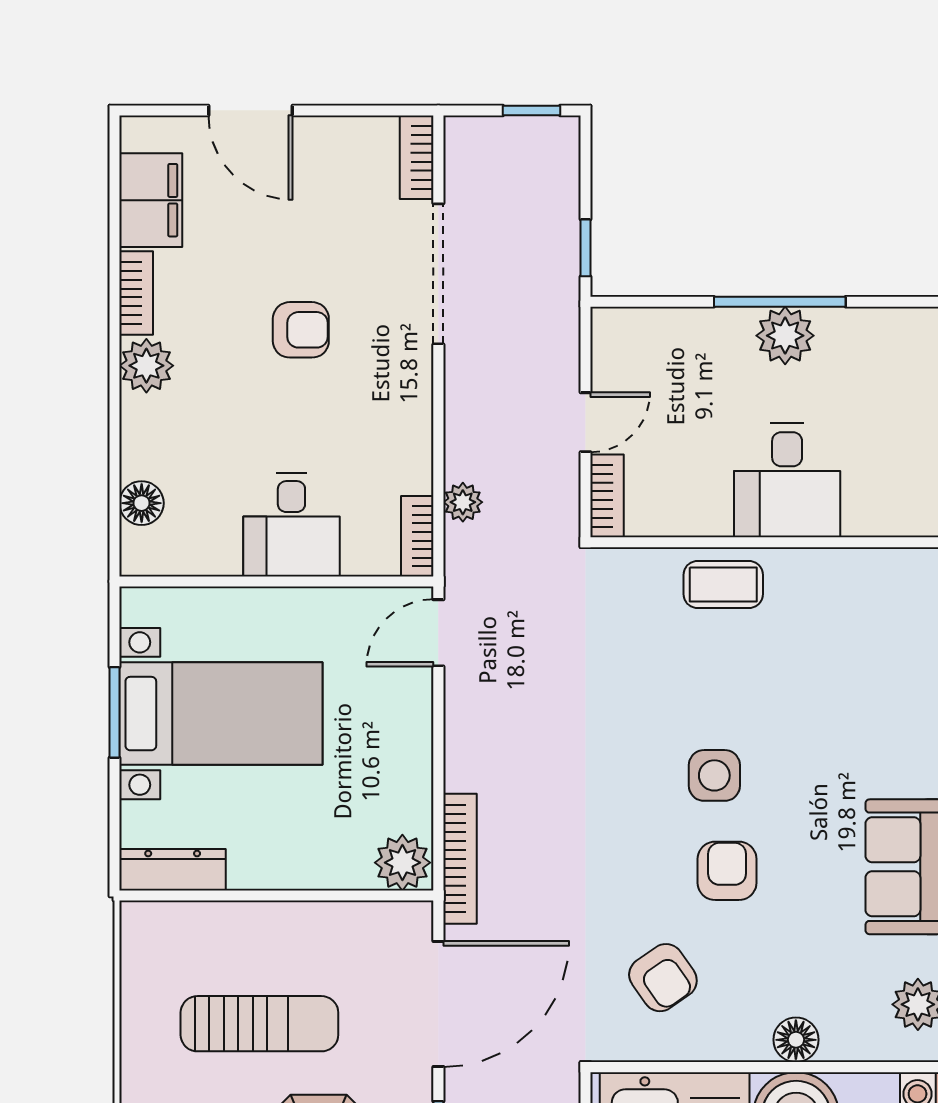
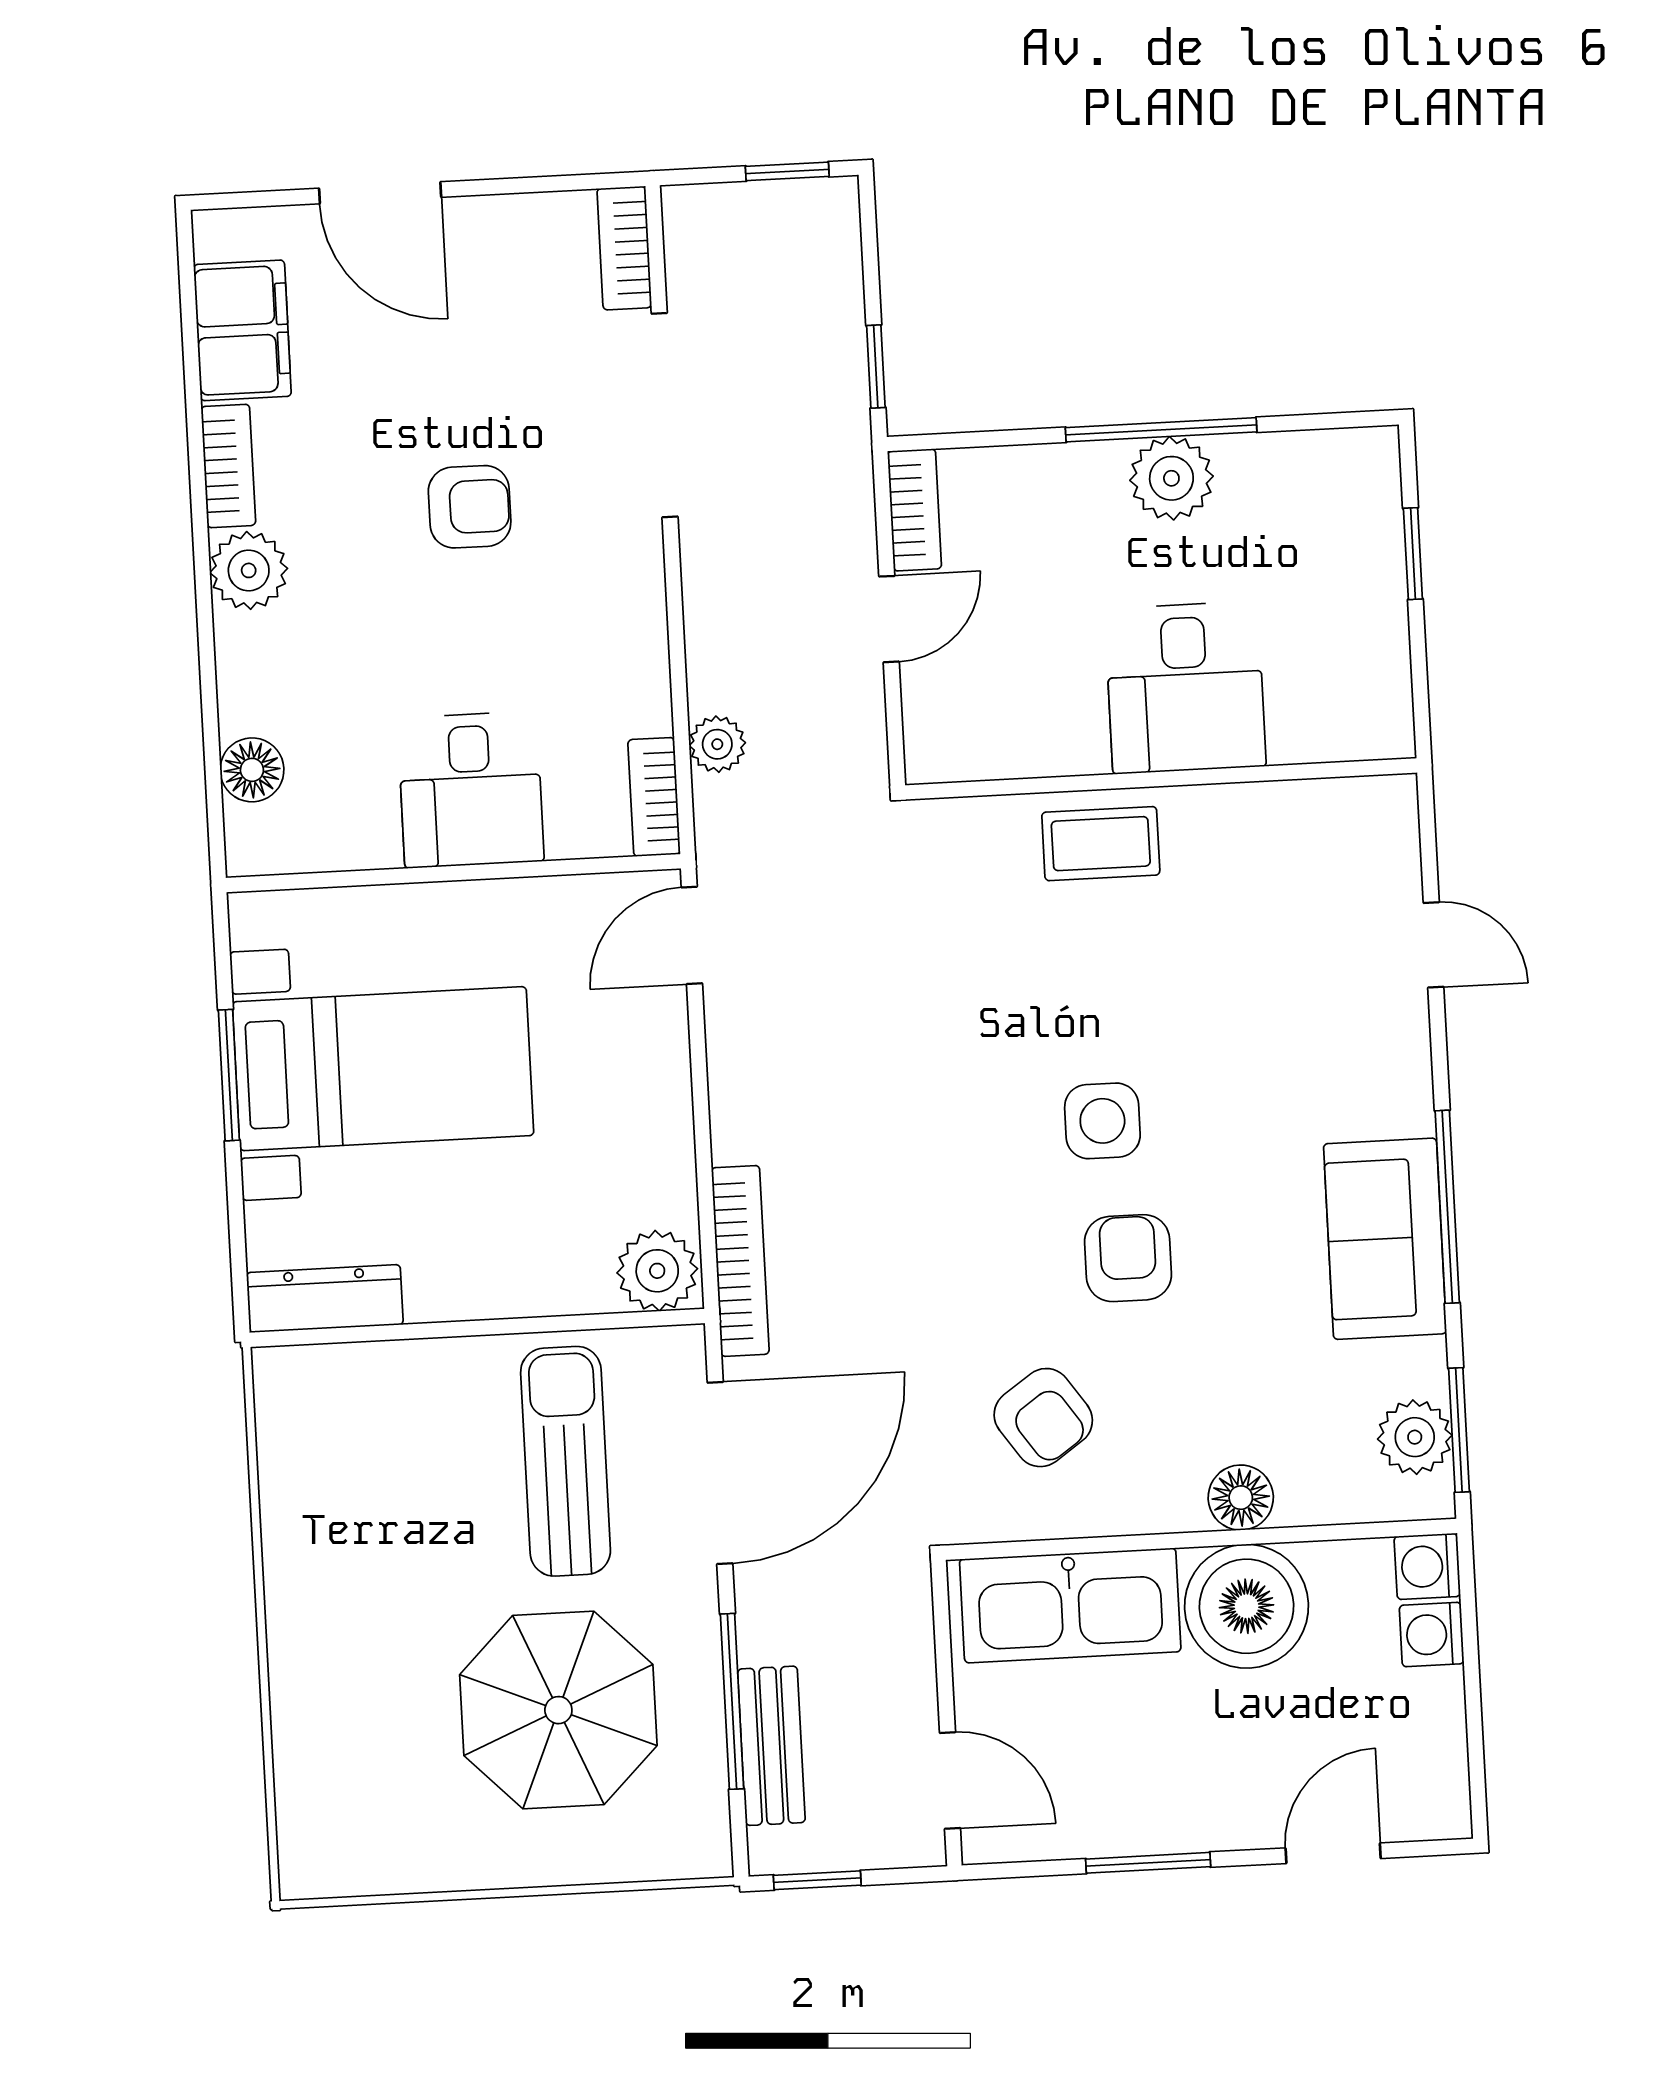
bookcase: (607, 496) -> (915, 510), moved
sun lounger: (259, 1024) -> (566, 1461), moved, turned -90

